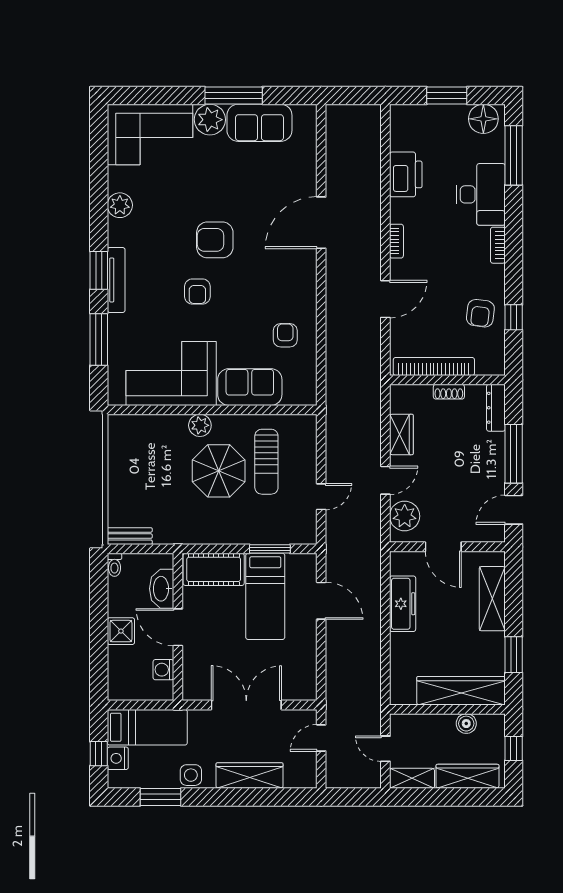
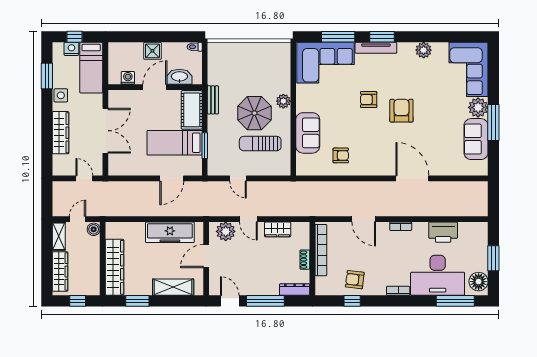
desk: (481, 194) -> (438, 275), width x1.36, depth x1.30
corner sofa: (171, 374) -> (326, 63), moved, turned 90
bench: (130, 536) -> (213, 100), moved
freezer: (403, 604) -> (170, 232), width x1.36, depth x1.26
boiler: (466, 724) -> (94, 229), moved

